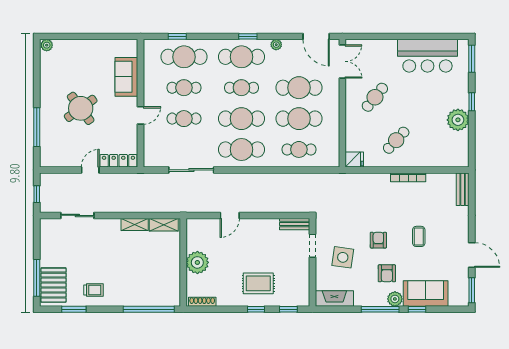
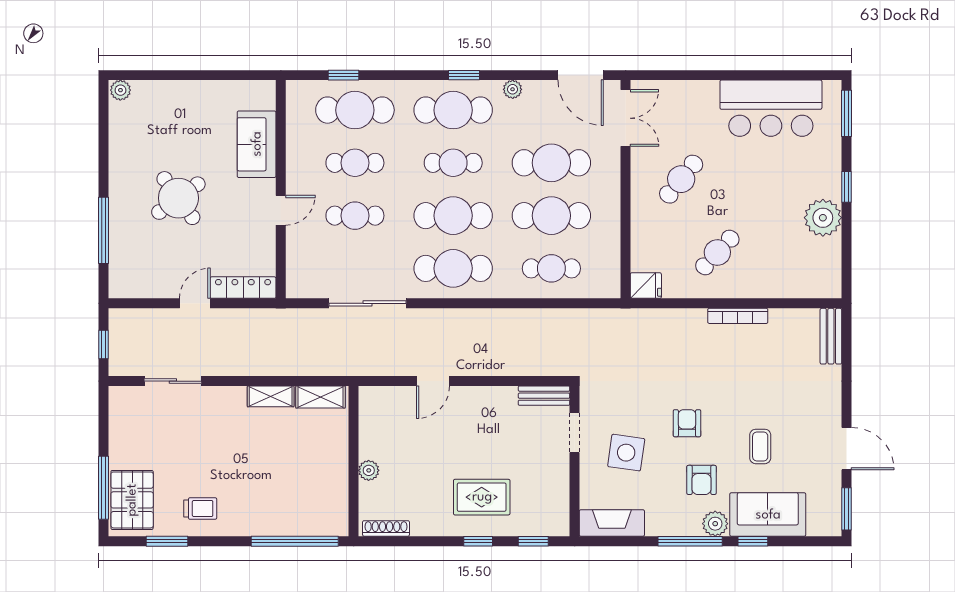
coffee table: (419, 236) -> (760, 446), moved
plant: (197, 262) -> (369, 470), width x0.53, depth x0.53

